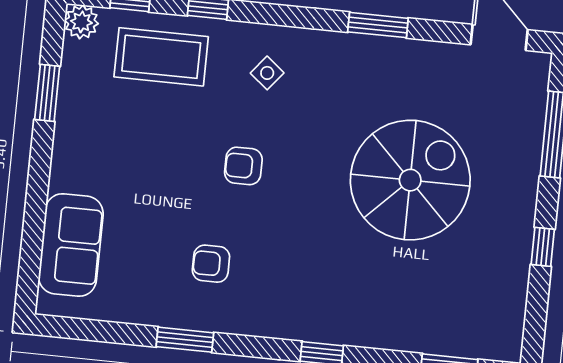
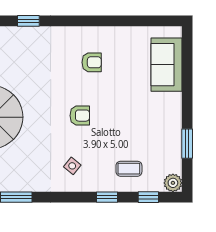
coffee table: (161, 57) -> (129, 169), width x0.54, depth x0.58
window: (185, 340) -> (101, 21), removed

